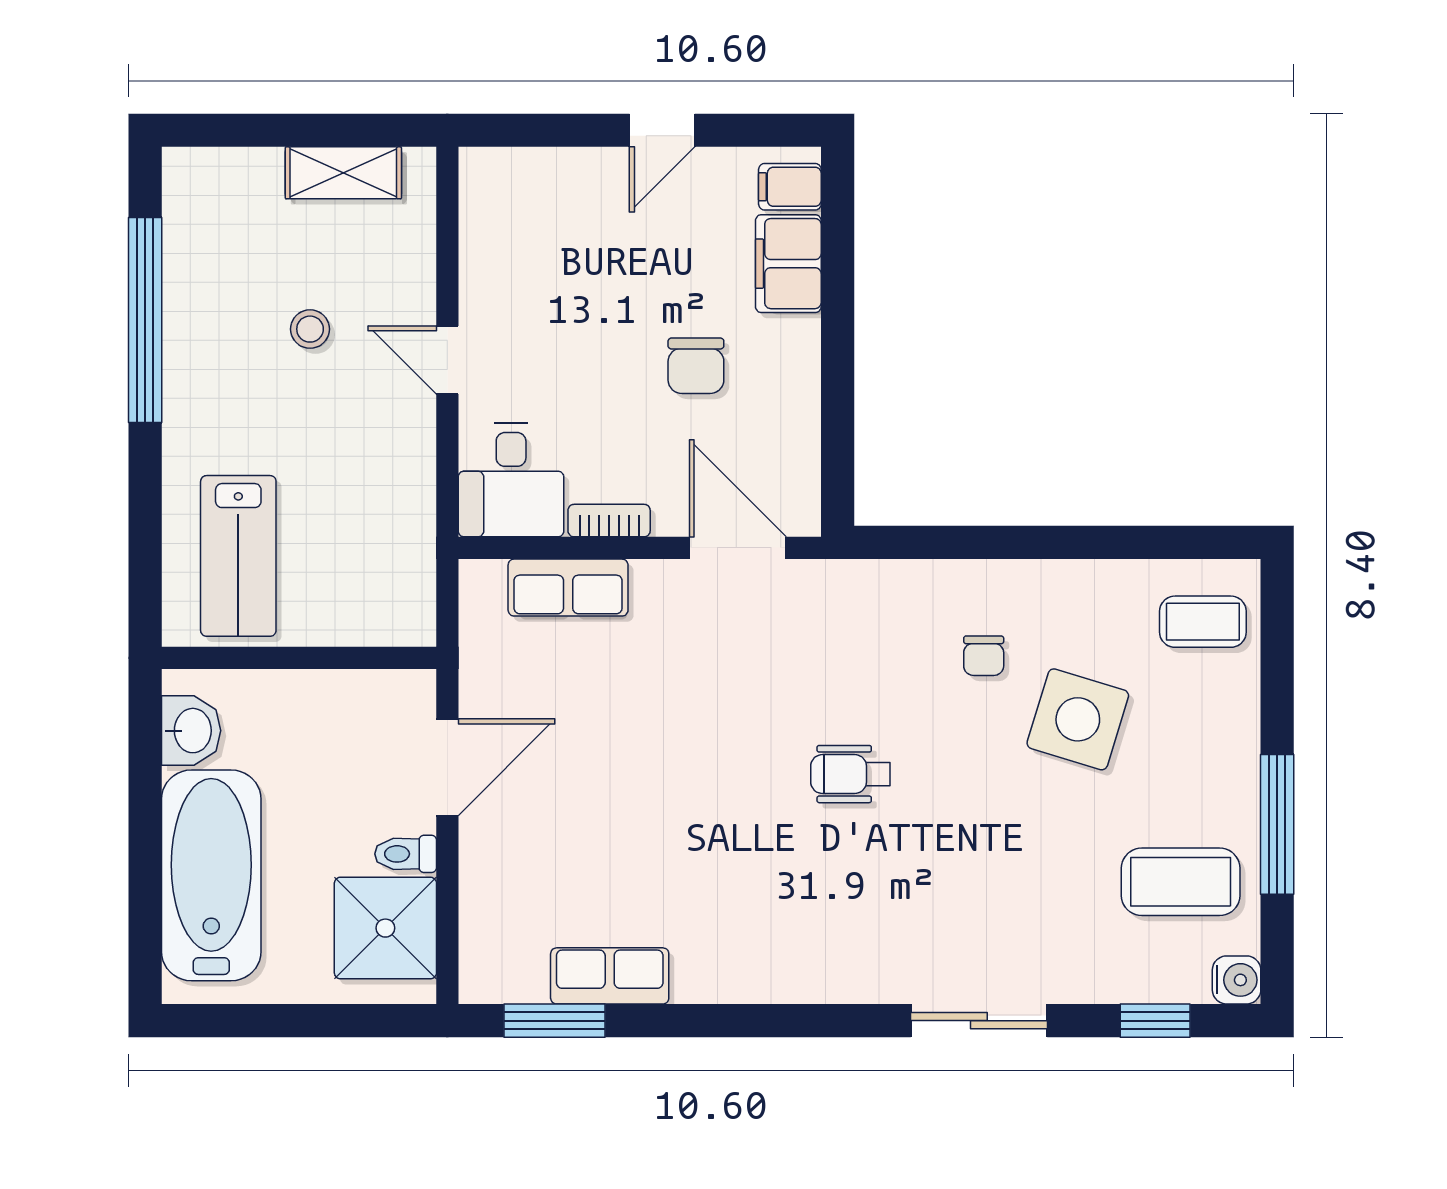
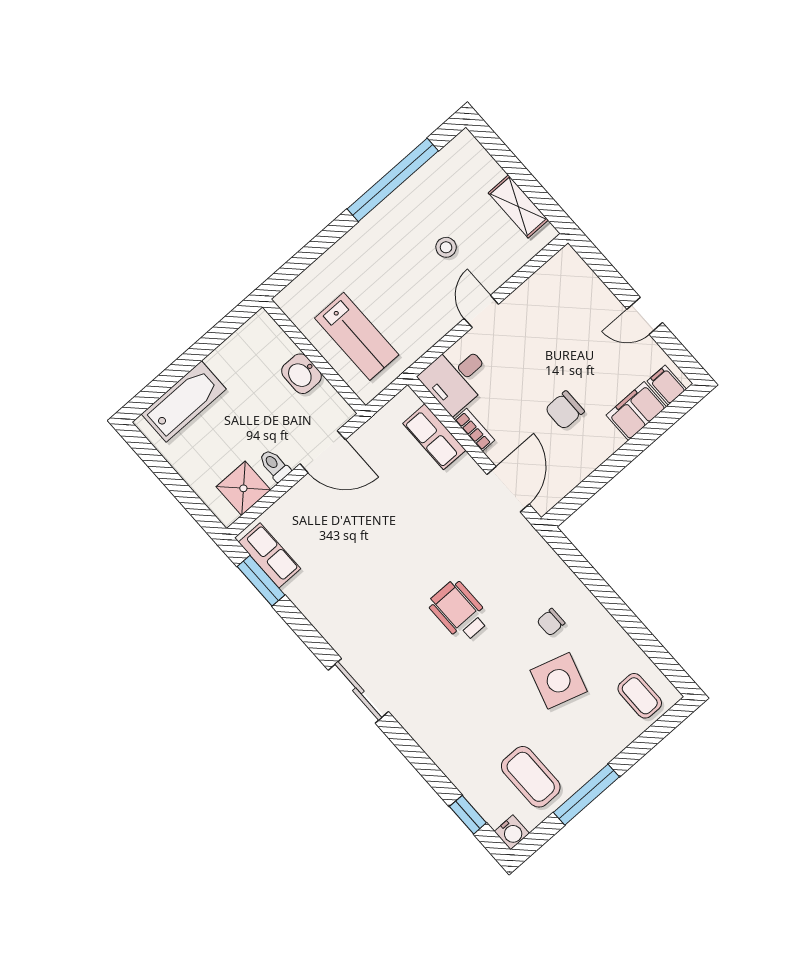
lab bench: (238, 556) -> (357, 336), moved, turned -90
washbasin: (191, 731) -> (301, 374), moved, turned 90
wheelchair: (851, 774) -> (459, 611), width x1.36, depth x1.37
bathtub: (211, 875) -> (184, 402), width x0.73, depth x0.73
shower: (385, 928) -> (243, 488), width x0.73, depth x0.73
row of seats: (610, 976) -> (269, 555), moved
sliding door: (979, 1021) -> (358, 691), moved

